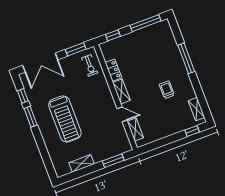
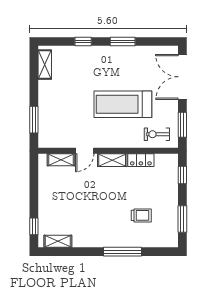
window: (145, 23) -> (182, 219), width x0.69
trolley: (167, 90) -> (141, 215), moved
window: (23, 96) -> (83, 42), moved
treadmill: (65, 119) -> (123, 104), moved
shelving: (82, 163) -> (45, 65), moved

